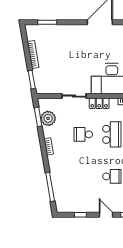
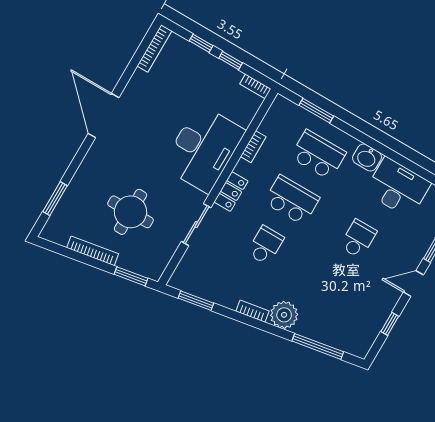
round table: (62, 62) -> (131, 212), added
plant: (48, 118) -> (284, 315), moved
school desk: (83, 134) -> (265, 245), turned 180

